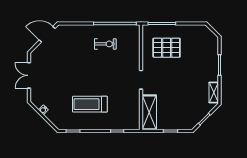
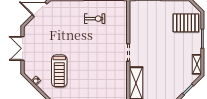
pallet: (167, 48) -> (186, 23), moved
treadmill: (90, 104) -> (59, 71), moved, turned -90

